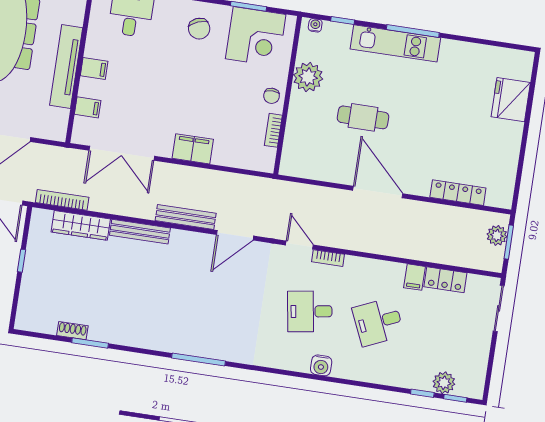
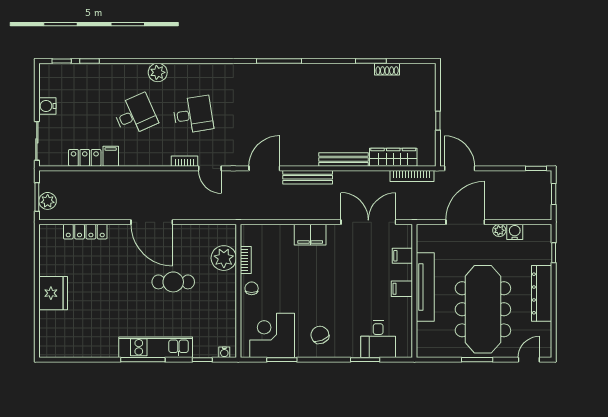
plant: (308, 77) -> (224, 258), moved
fridge: (511, 100) -> (53, 293), moved
water cooler: (321, 365) -> (47, 106), moved, turned -90
plant: (444, 383) -> (158, 72), moved

